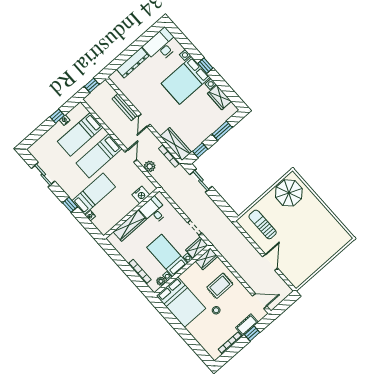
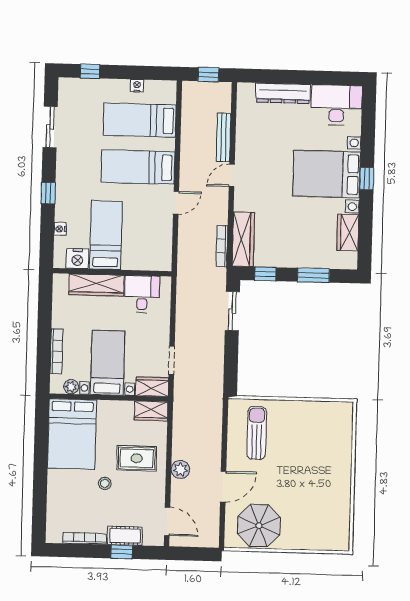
window: (57, 116) -> (90, 71), moved
plant: (150, 166) -> (180, 470), moved
parasol: (289, 193) -> (259, 526), moved
bed: (94, 194) -> (106, 235), moved, turned -90
nightstand: (141, 195) -> (77, 259), moved

